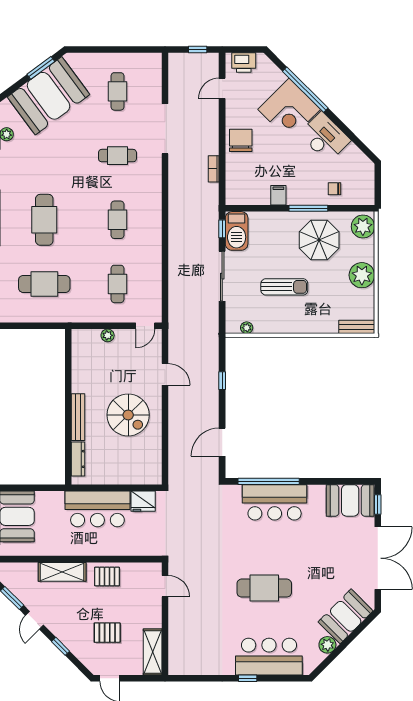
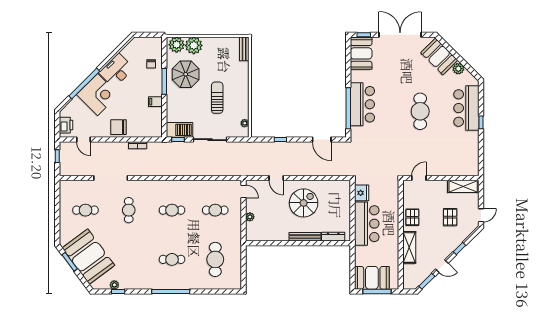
cafe table: (44, 220) -> (172, 259), width x0.73, depth x0.74
plant: (362, 275) -> (194, 45), moved
door: (165, 374) -> (276, 178), swing flipped

